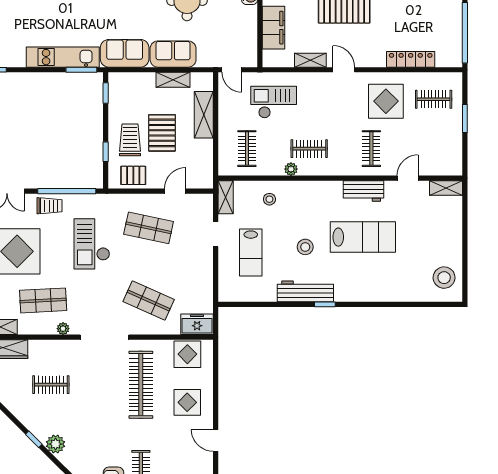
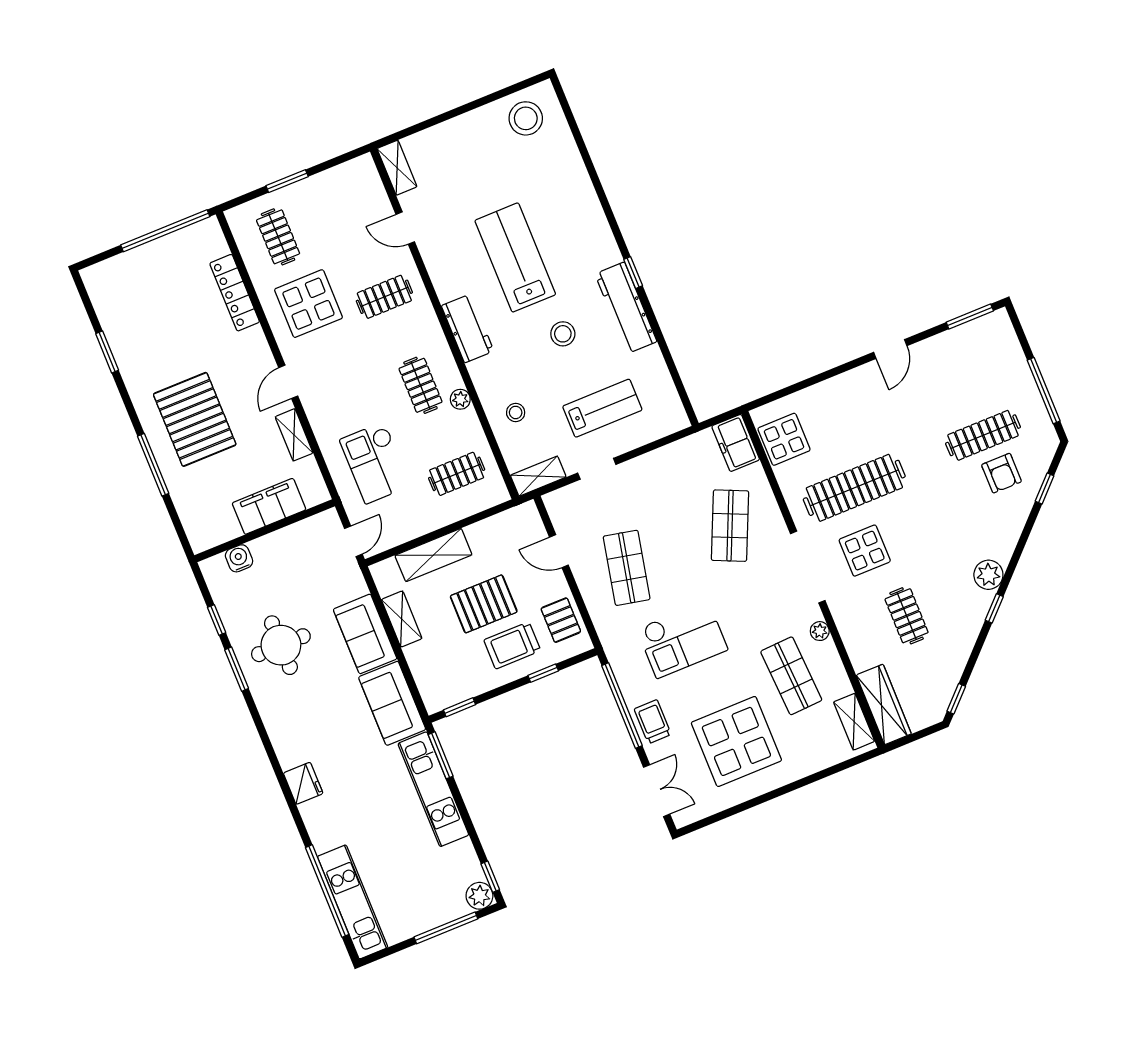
workbench: (363, 191) -> (468, 328), moved
display table: (187, 402) -> (865, 551), moved

